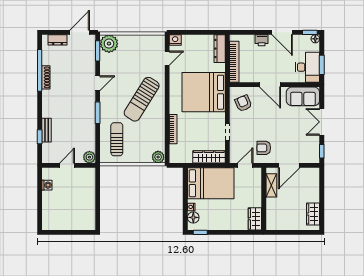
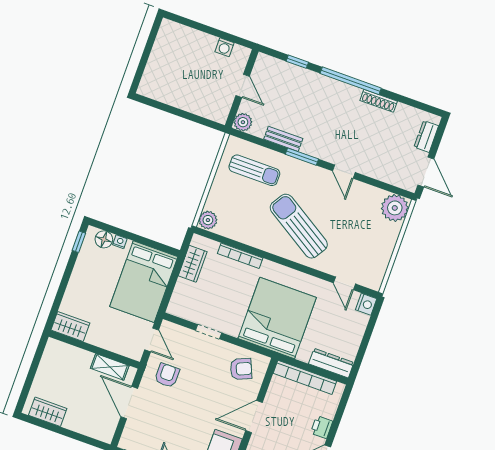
window: (98, 51) -> (390, 188), removed
window: (40, 70) -> (351, 81), moved
bench: (47, 130) -> (283, 139), moved
wardrobe: (209, 157) -> (193, 264), moved, width x0.67

